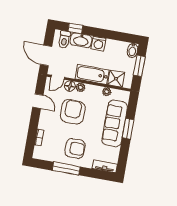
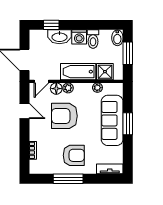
toilet: (64, 39) -> (93, 39), moved
armchair: (73, 112) -> (64, 116), turned -90

